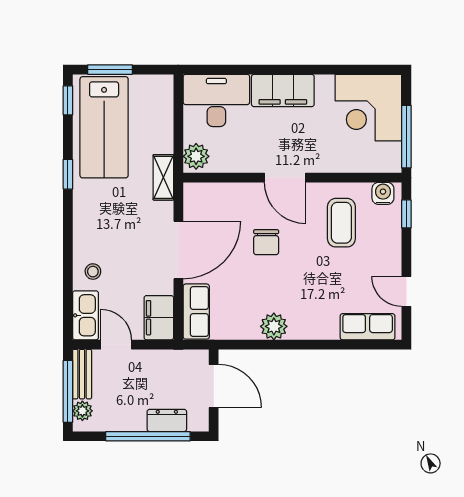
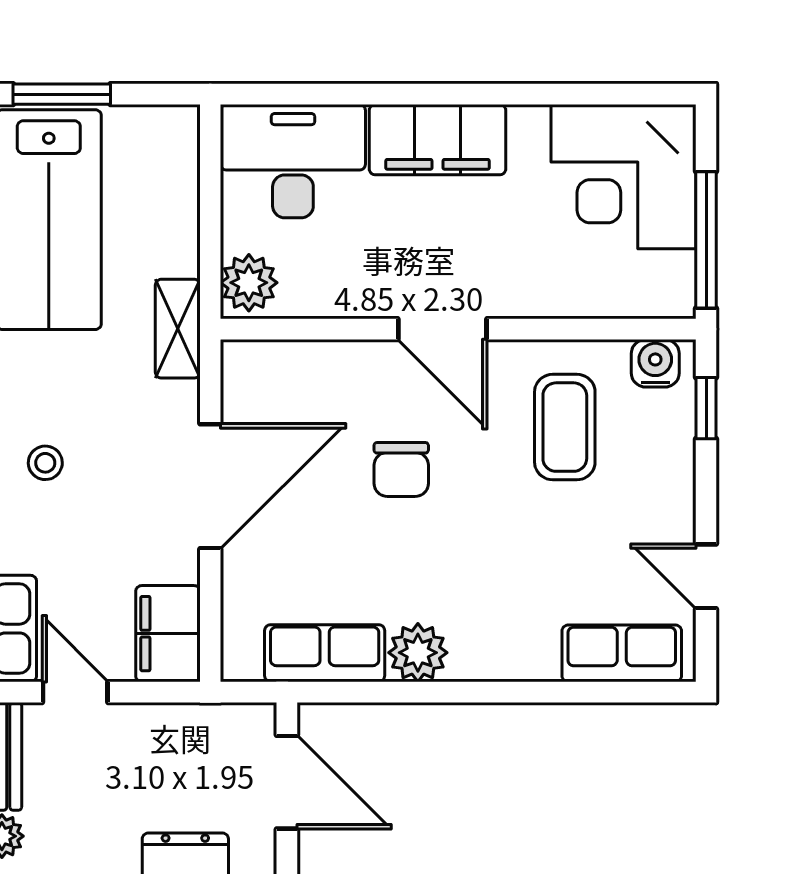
stool: (93, 272) -> (45, 463), moved
row of seats: (196, 312) -> (325, 653), moved, turned -90

